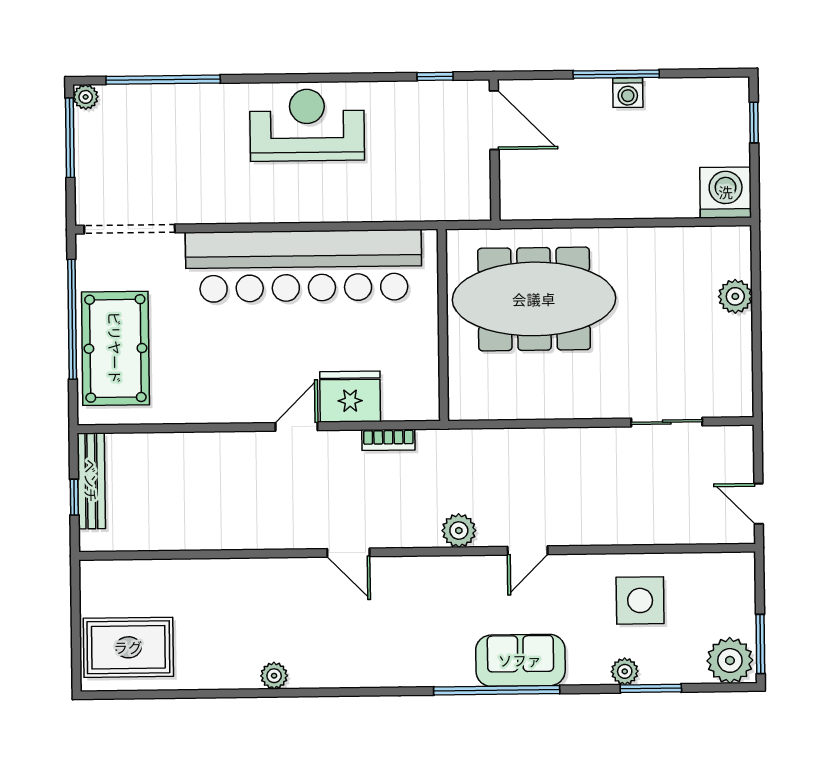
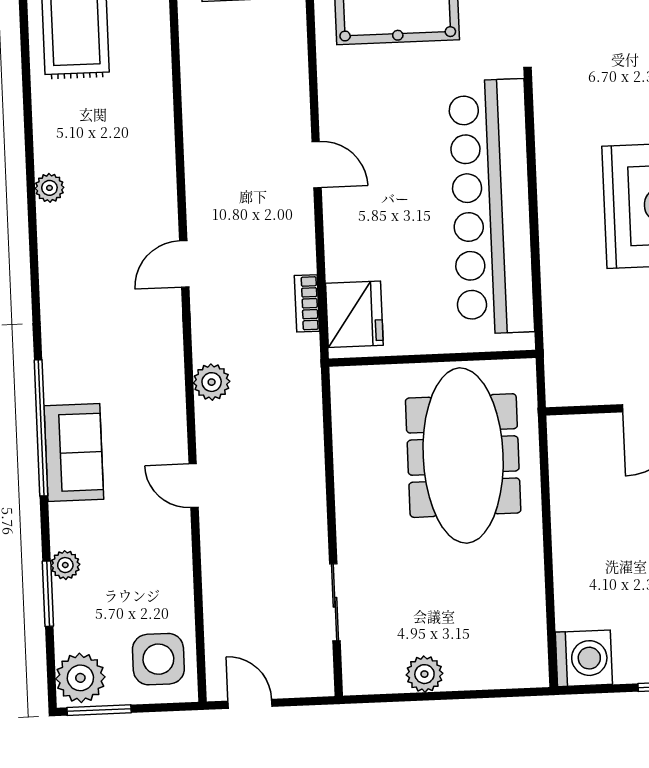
plant: (735, 296) -> (424, 674), moved
fridge: (350, 397) -> (354, 314), moved
door: (297, 427) -> (317, 165), moved
door: (759, 504) -> (250, 704), hinge flipped
door: (528, 550) -> (194, 486), moved
side table: (640, 600) -> (158, 659), moved

